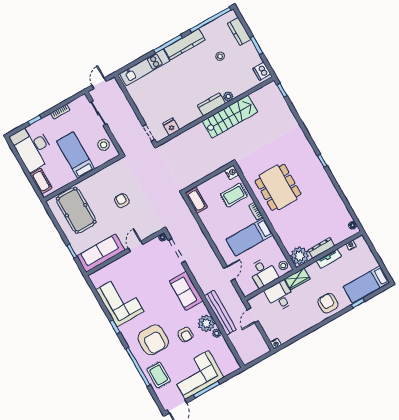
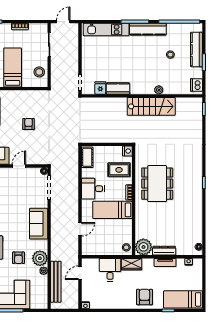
kitchen counter: (239, 32) -> (196, 49), width x1.50
kitchen counter: (211, 104) -> (118, 89), moved
desk: (263, 273) -> (93, 189), moved, turned 90
bench: (220, 313) -> (56, 282), moved

